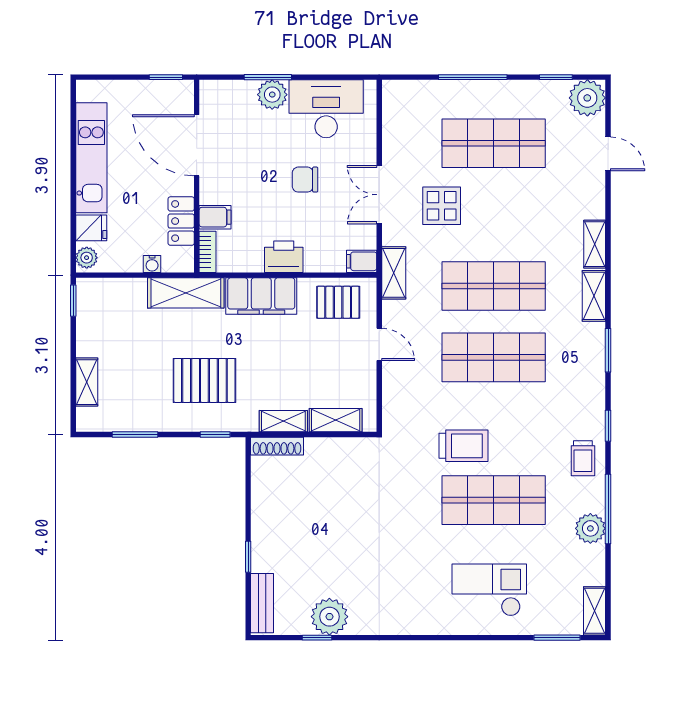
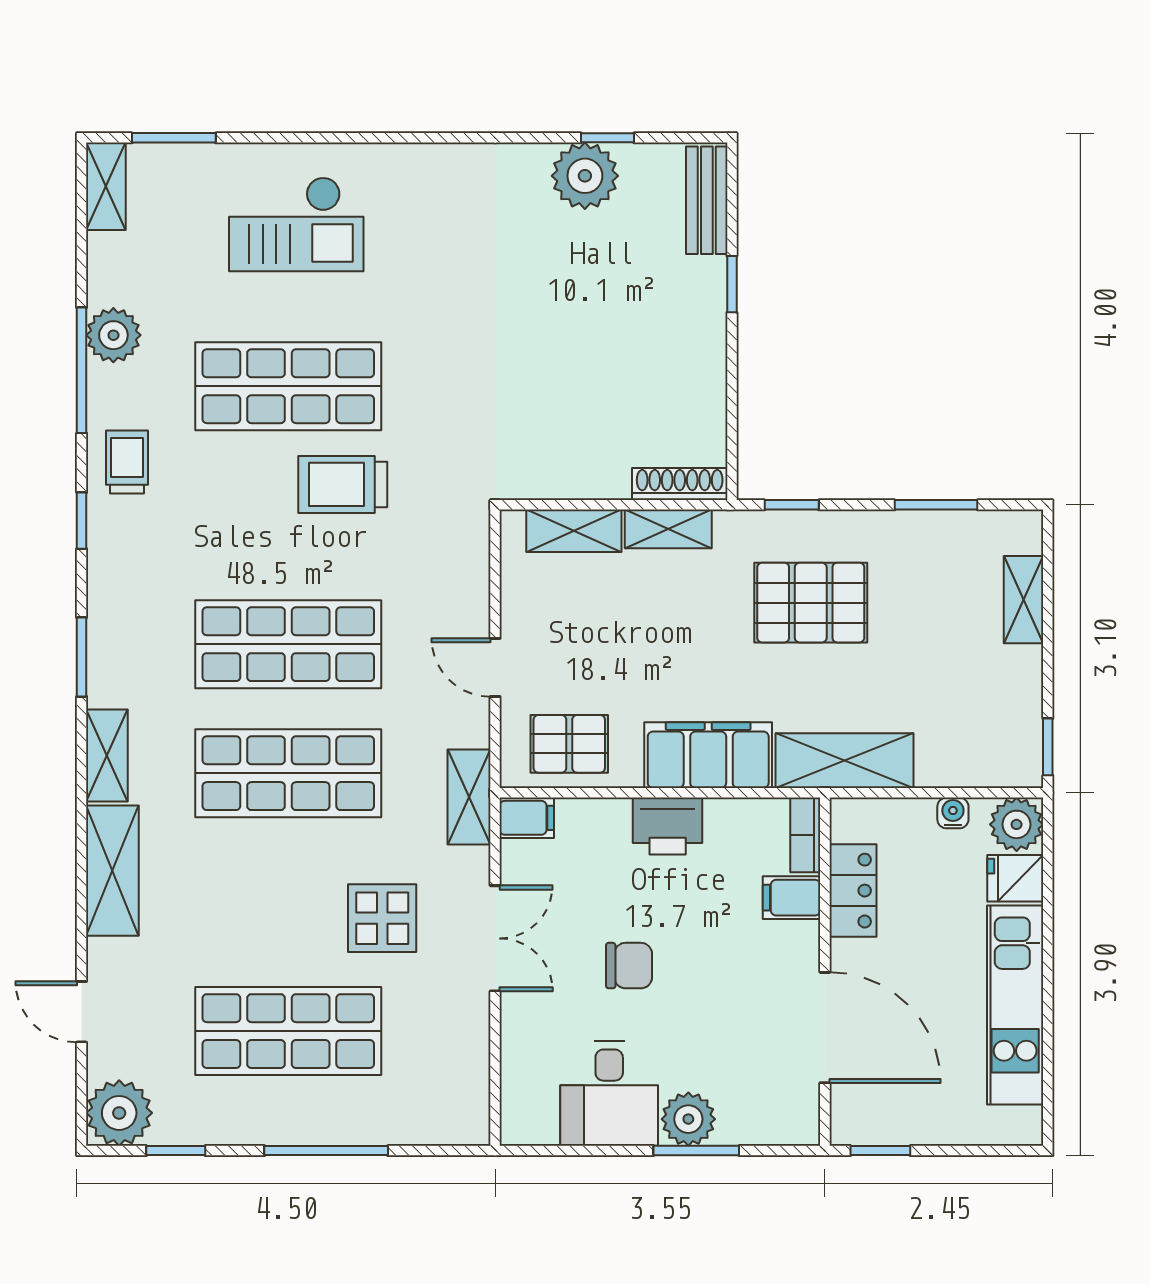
desk: (326, 109) -> (609, 1093), width x0.73
shelving: (595, 244) -> (112, 871), width x1.50, depth x1.33
plant: (87, 258) -> (1017, 824), width x1.38, depth x1.38
water cooler: (152, 264) -> (953, 813), moved

